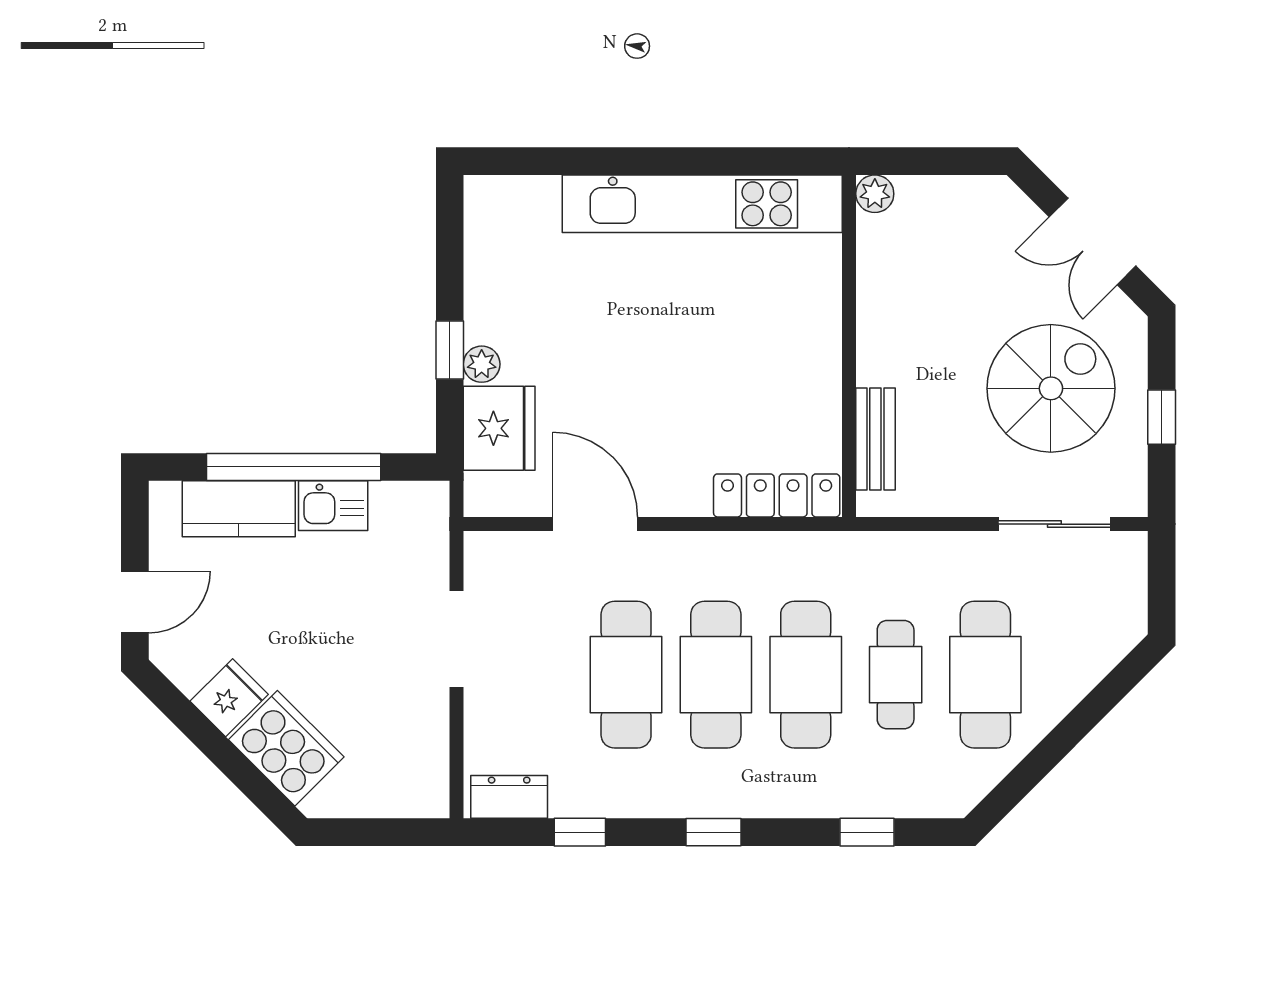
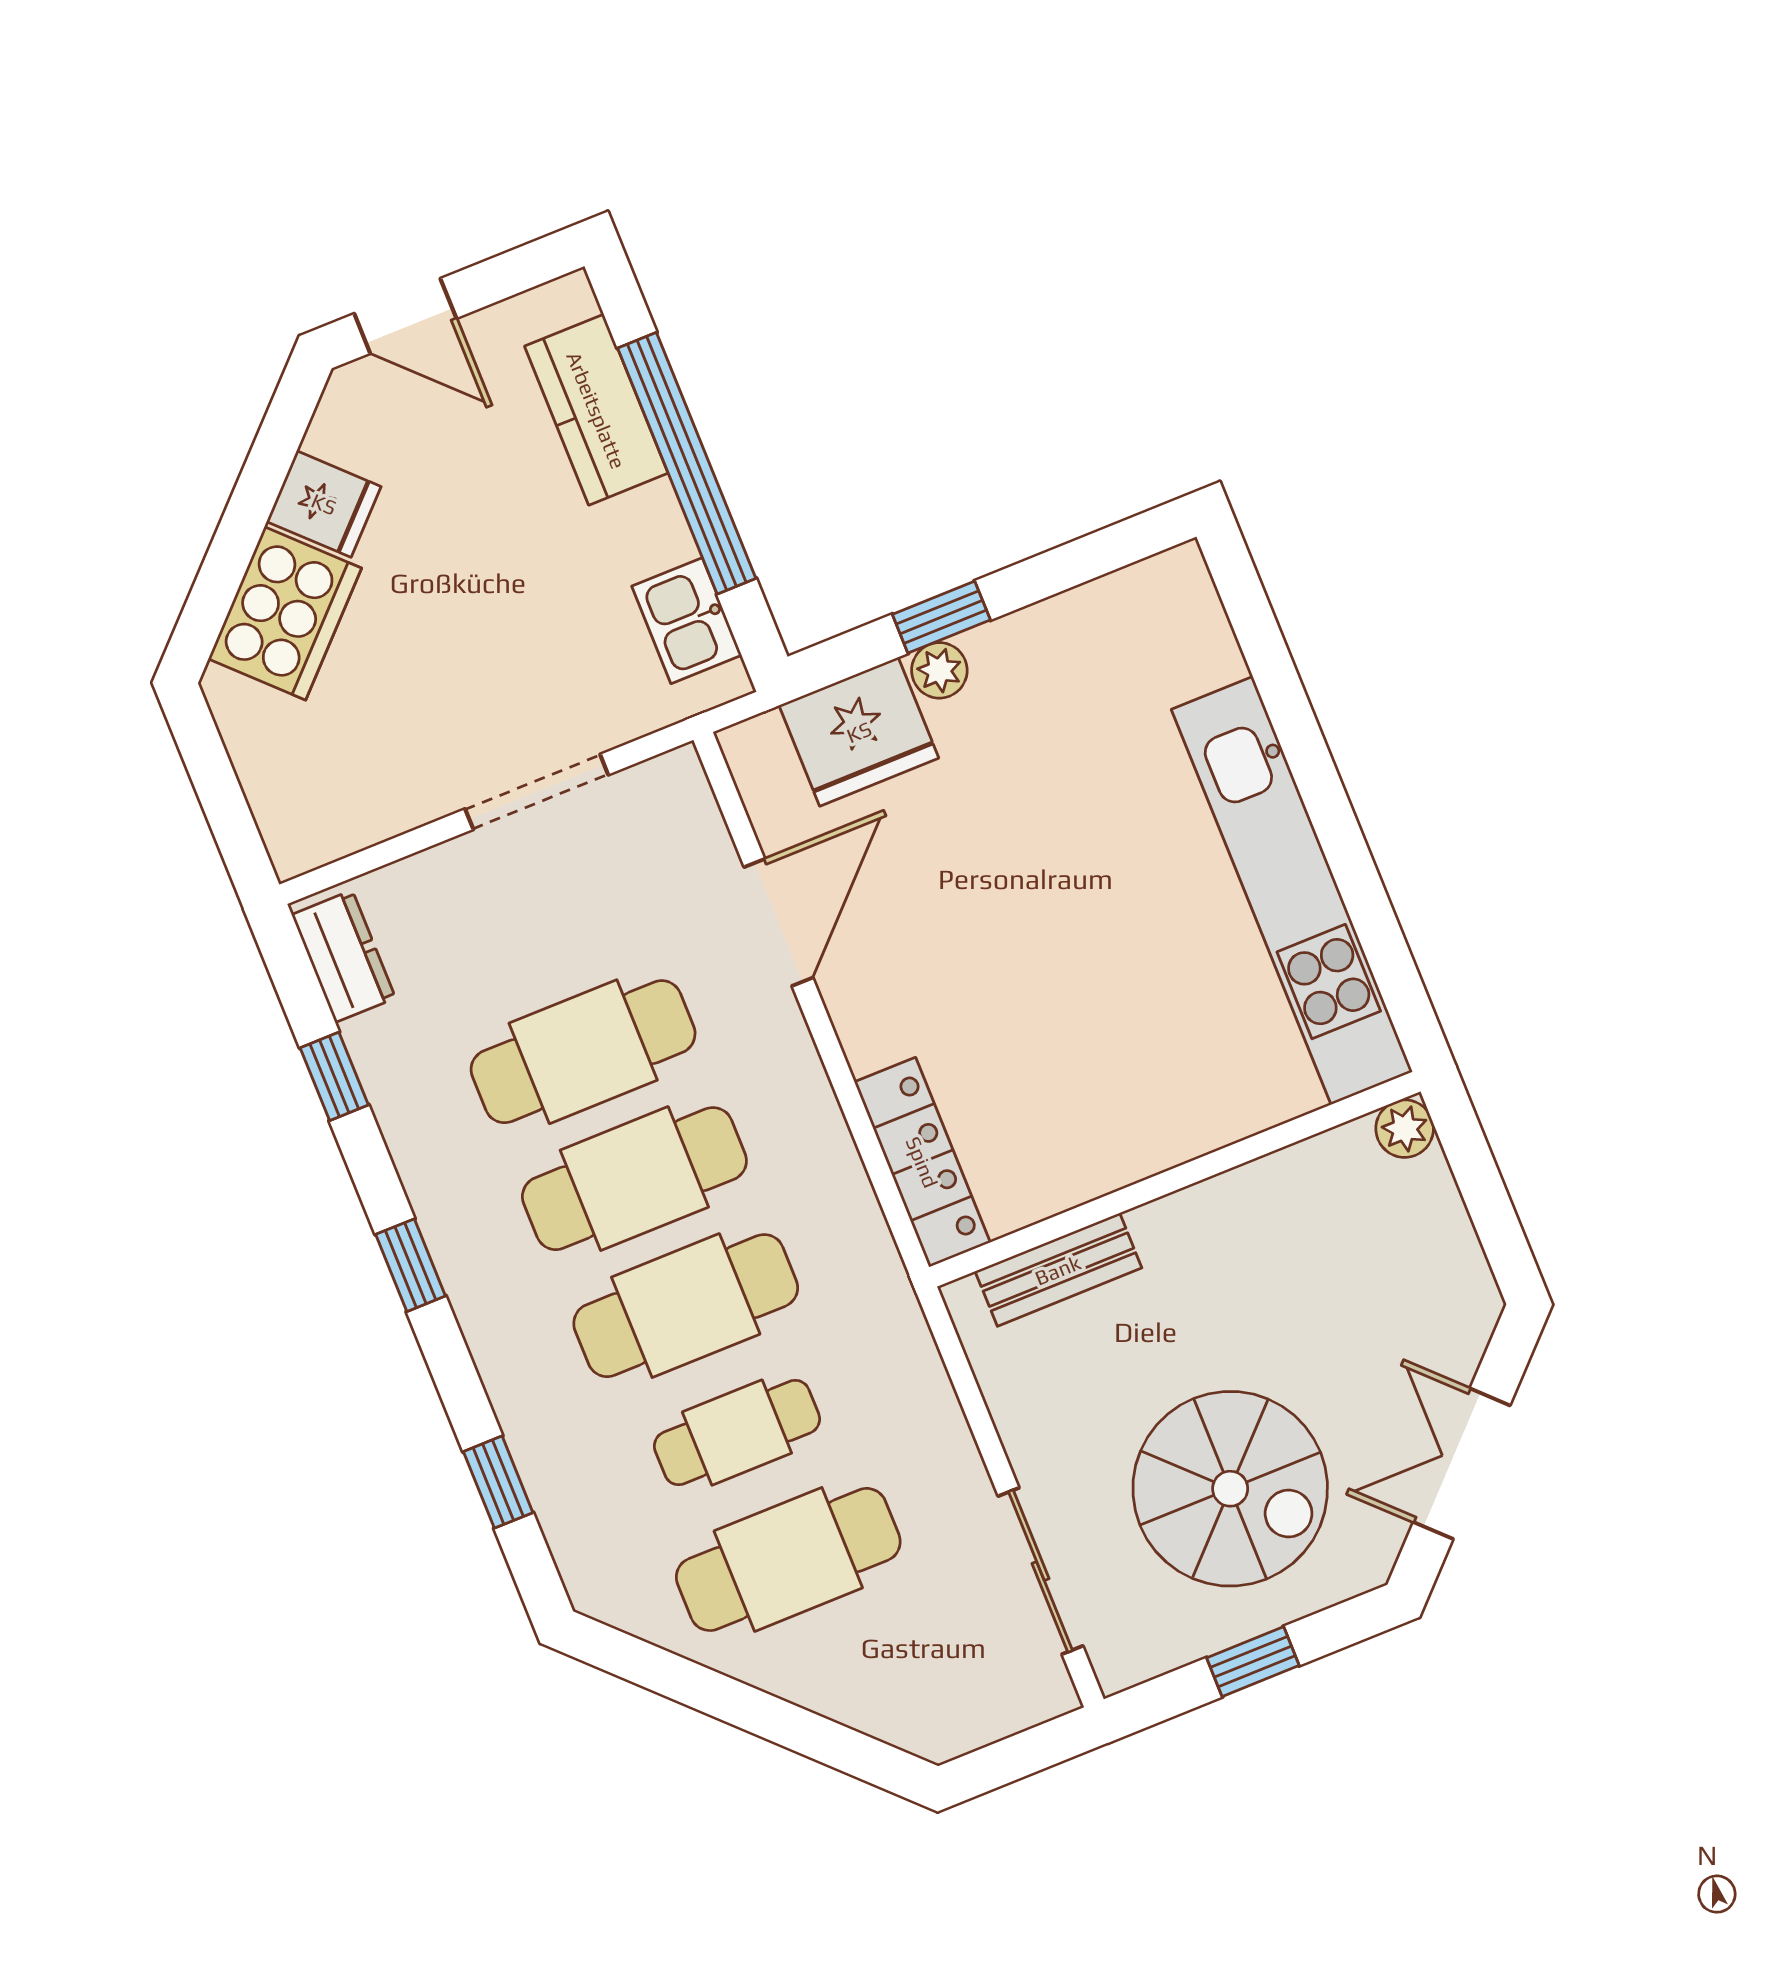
kitchen sink: (333, 506) -> (687, 621), moved

